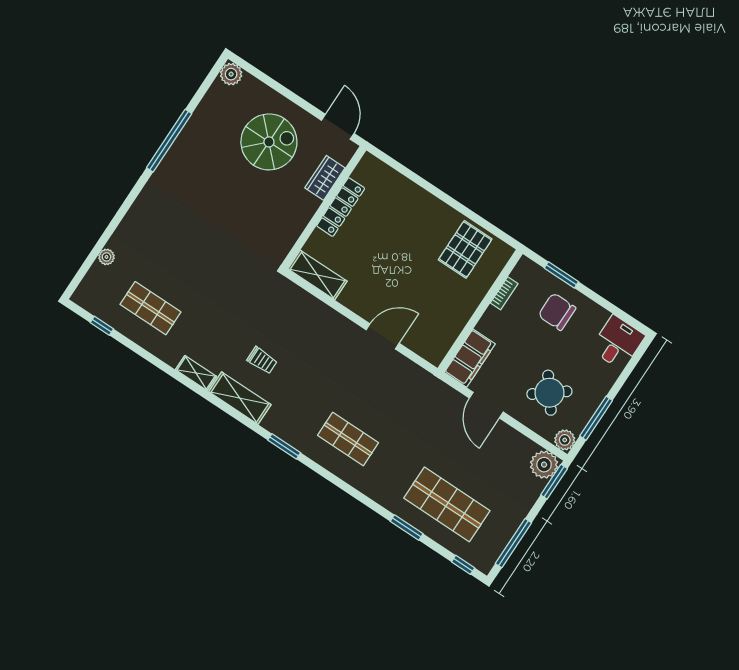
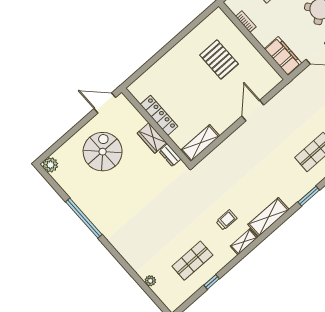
wardrobe: (325, 178) -> (152, 138), moved
dresser: (289, 237) -> (170, 155), added
pallet: (465, 249) -> (219, 59), moved
window: (102, 326) -> (212, 282), moved
trolley: (262, 360) -> (227, 220), moved

